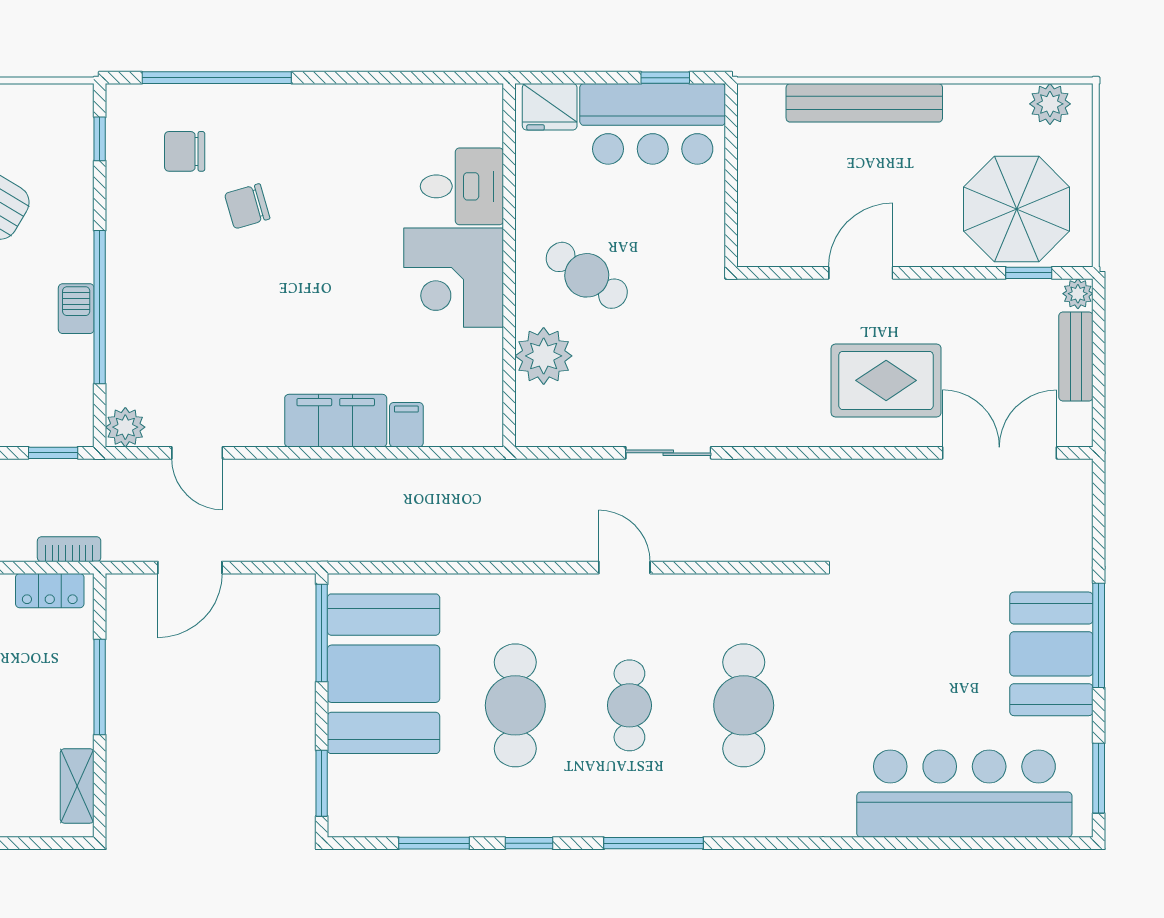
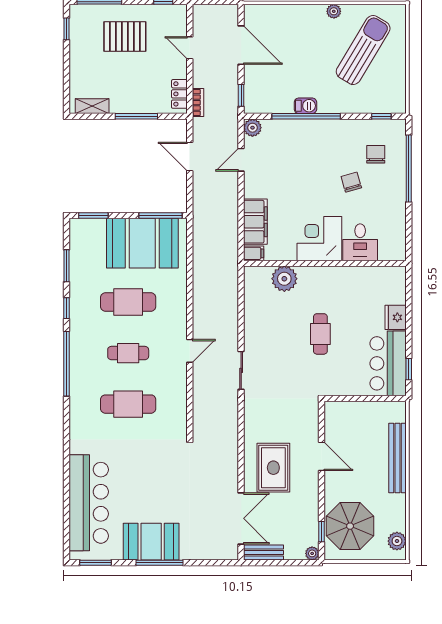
desk: (462, 186) -> (360, 242), moved
wall: (509, 265) -> (325, 263), moved
cafe table: (587, 275) -> (320, 334), turned -35
corner desk: (454, 278) -> (319, 239), moved
plant: (544, 356) -> (284, 279), moved
bench: (1076, 356) -> (264, 553), moved
window: (653, 843) -> (67, 364), width x1.46

